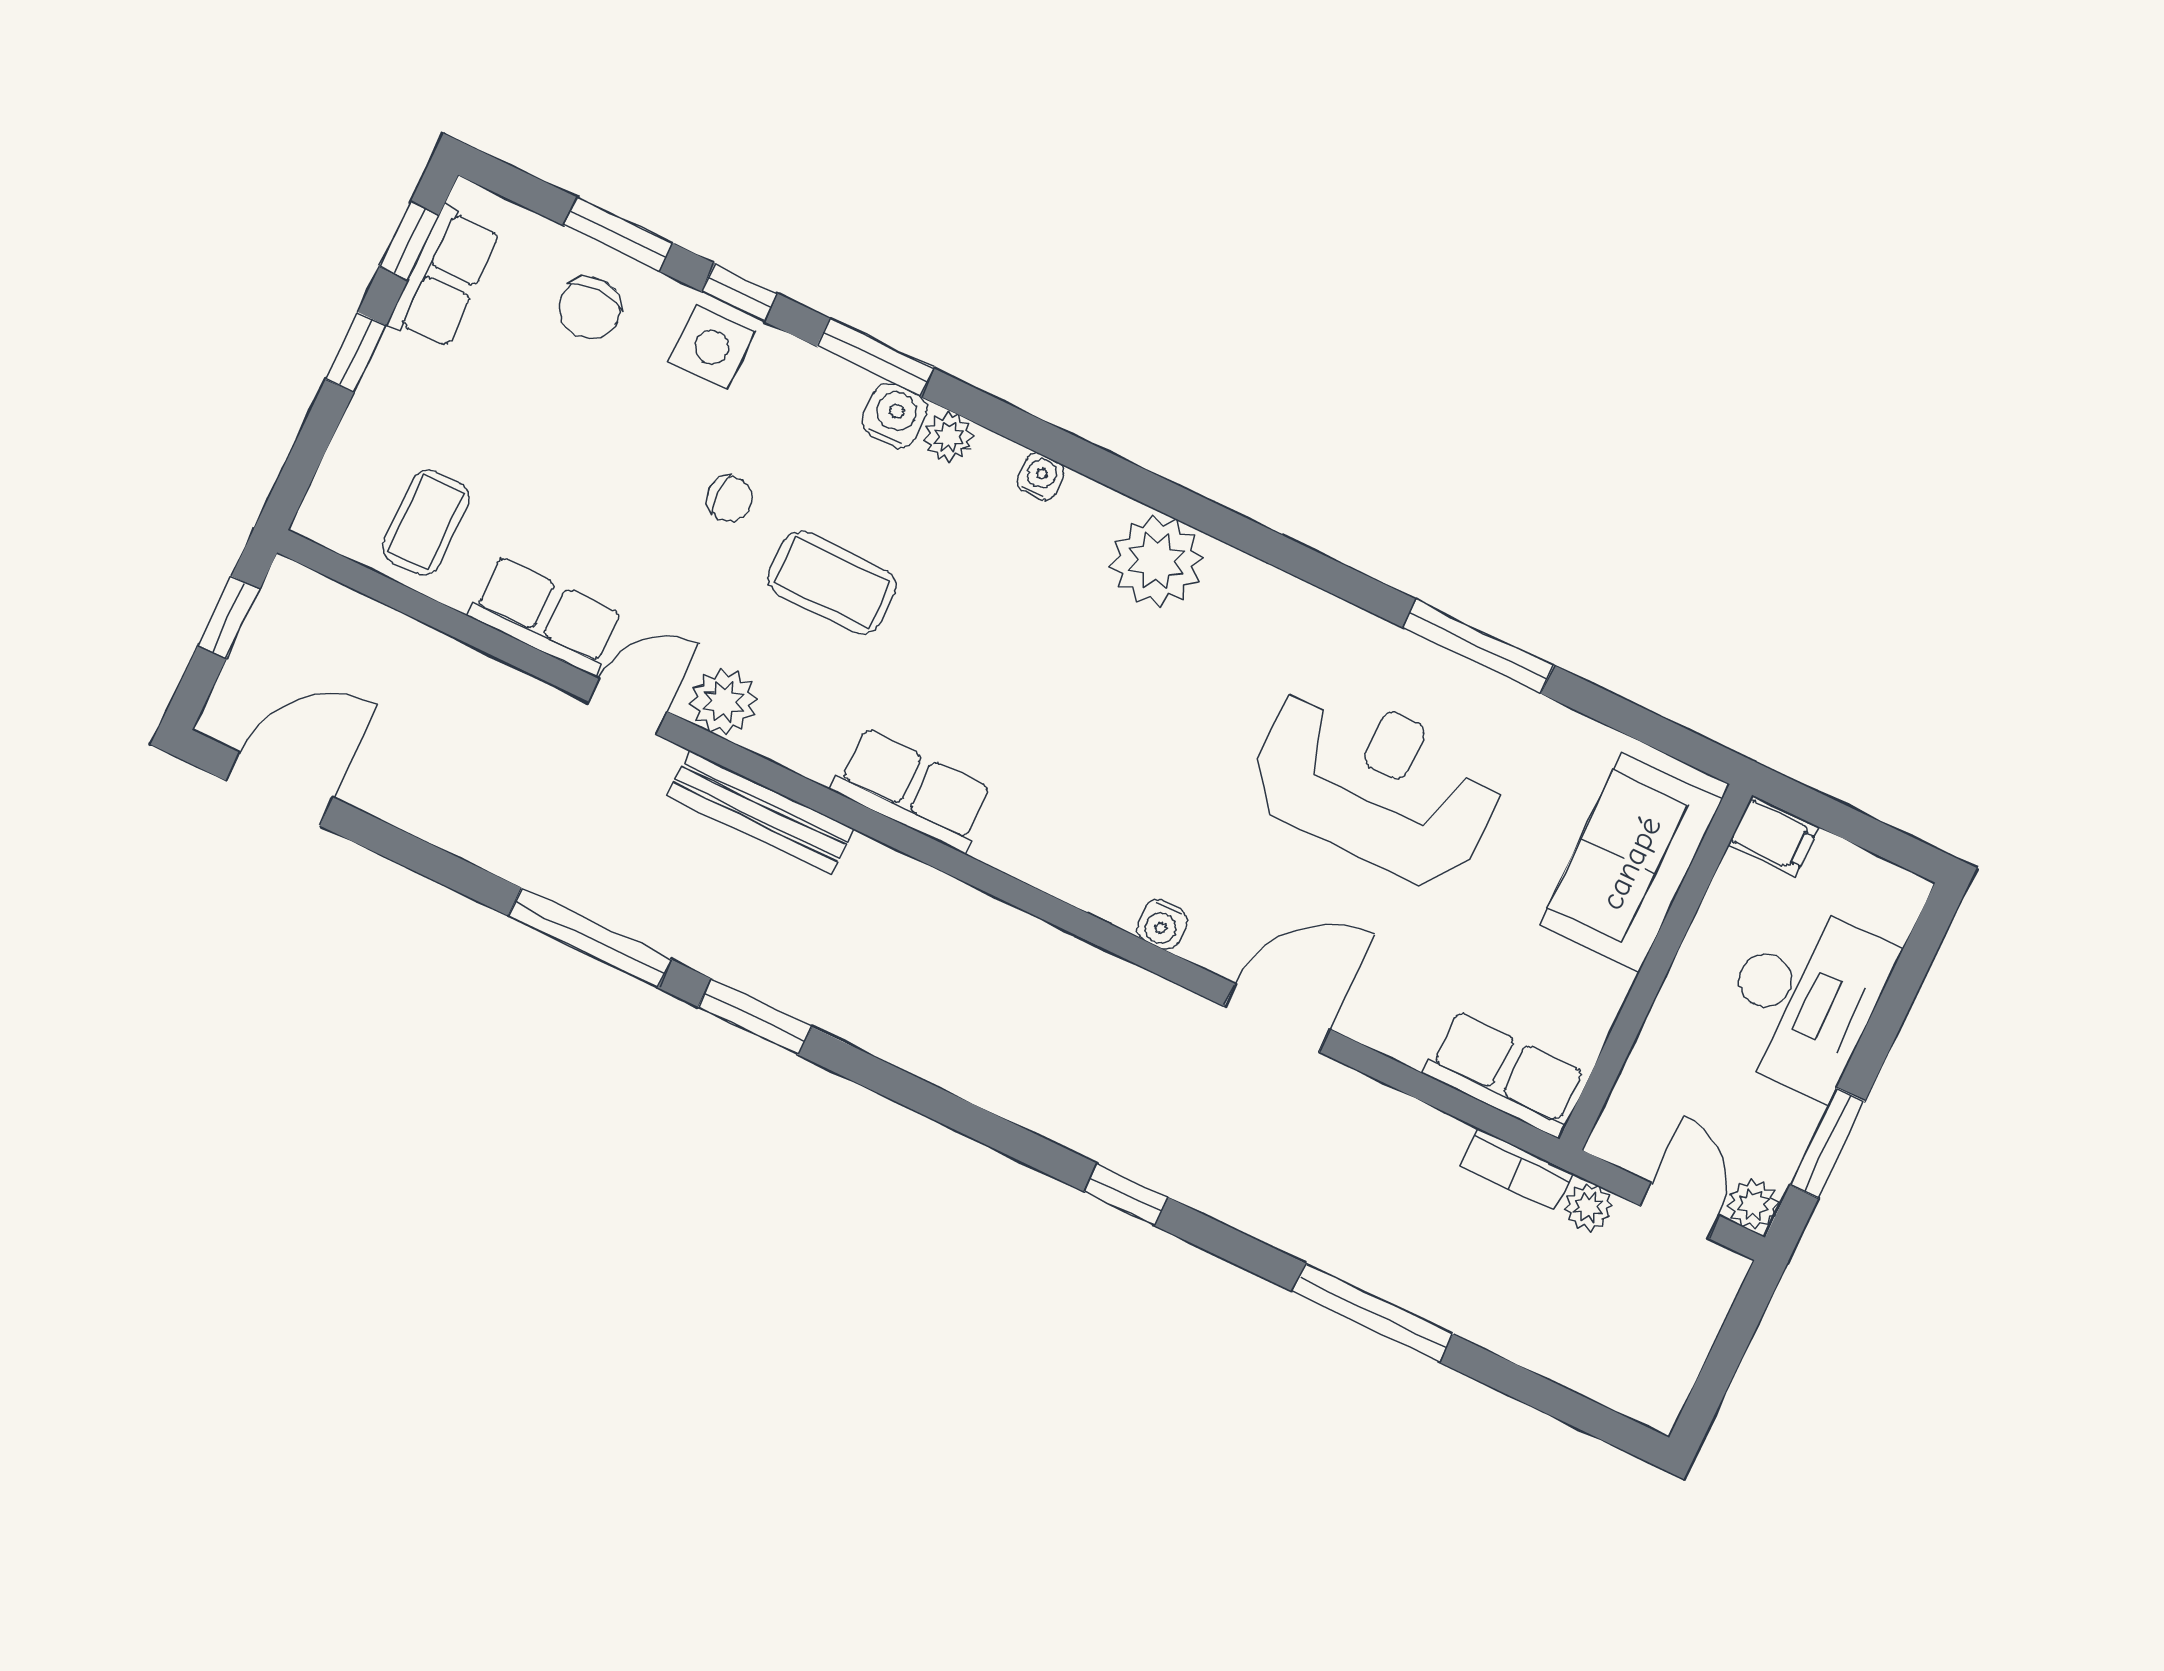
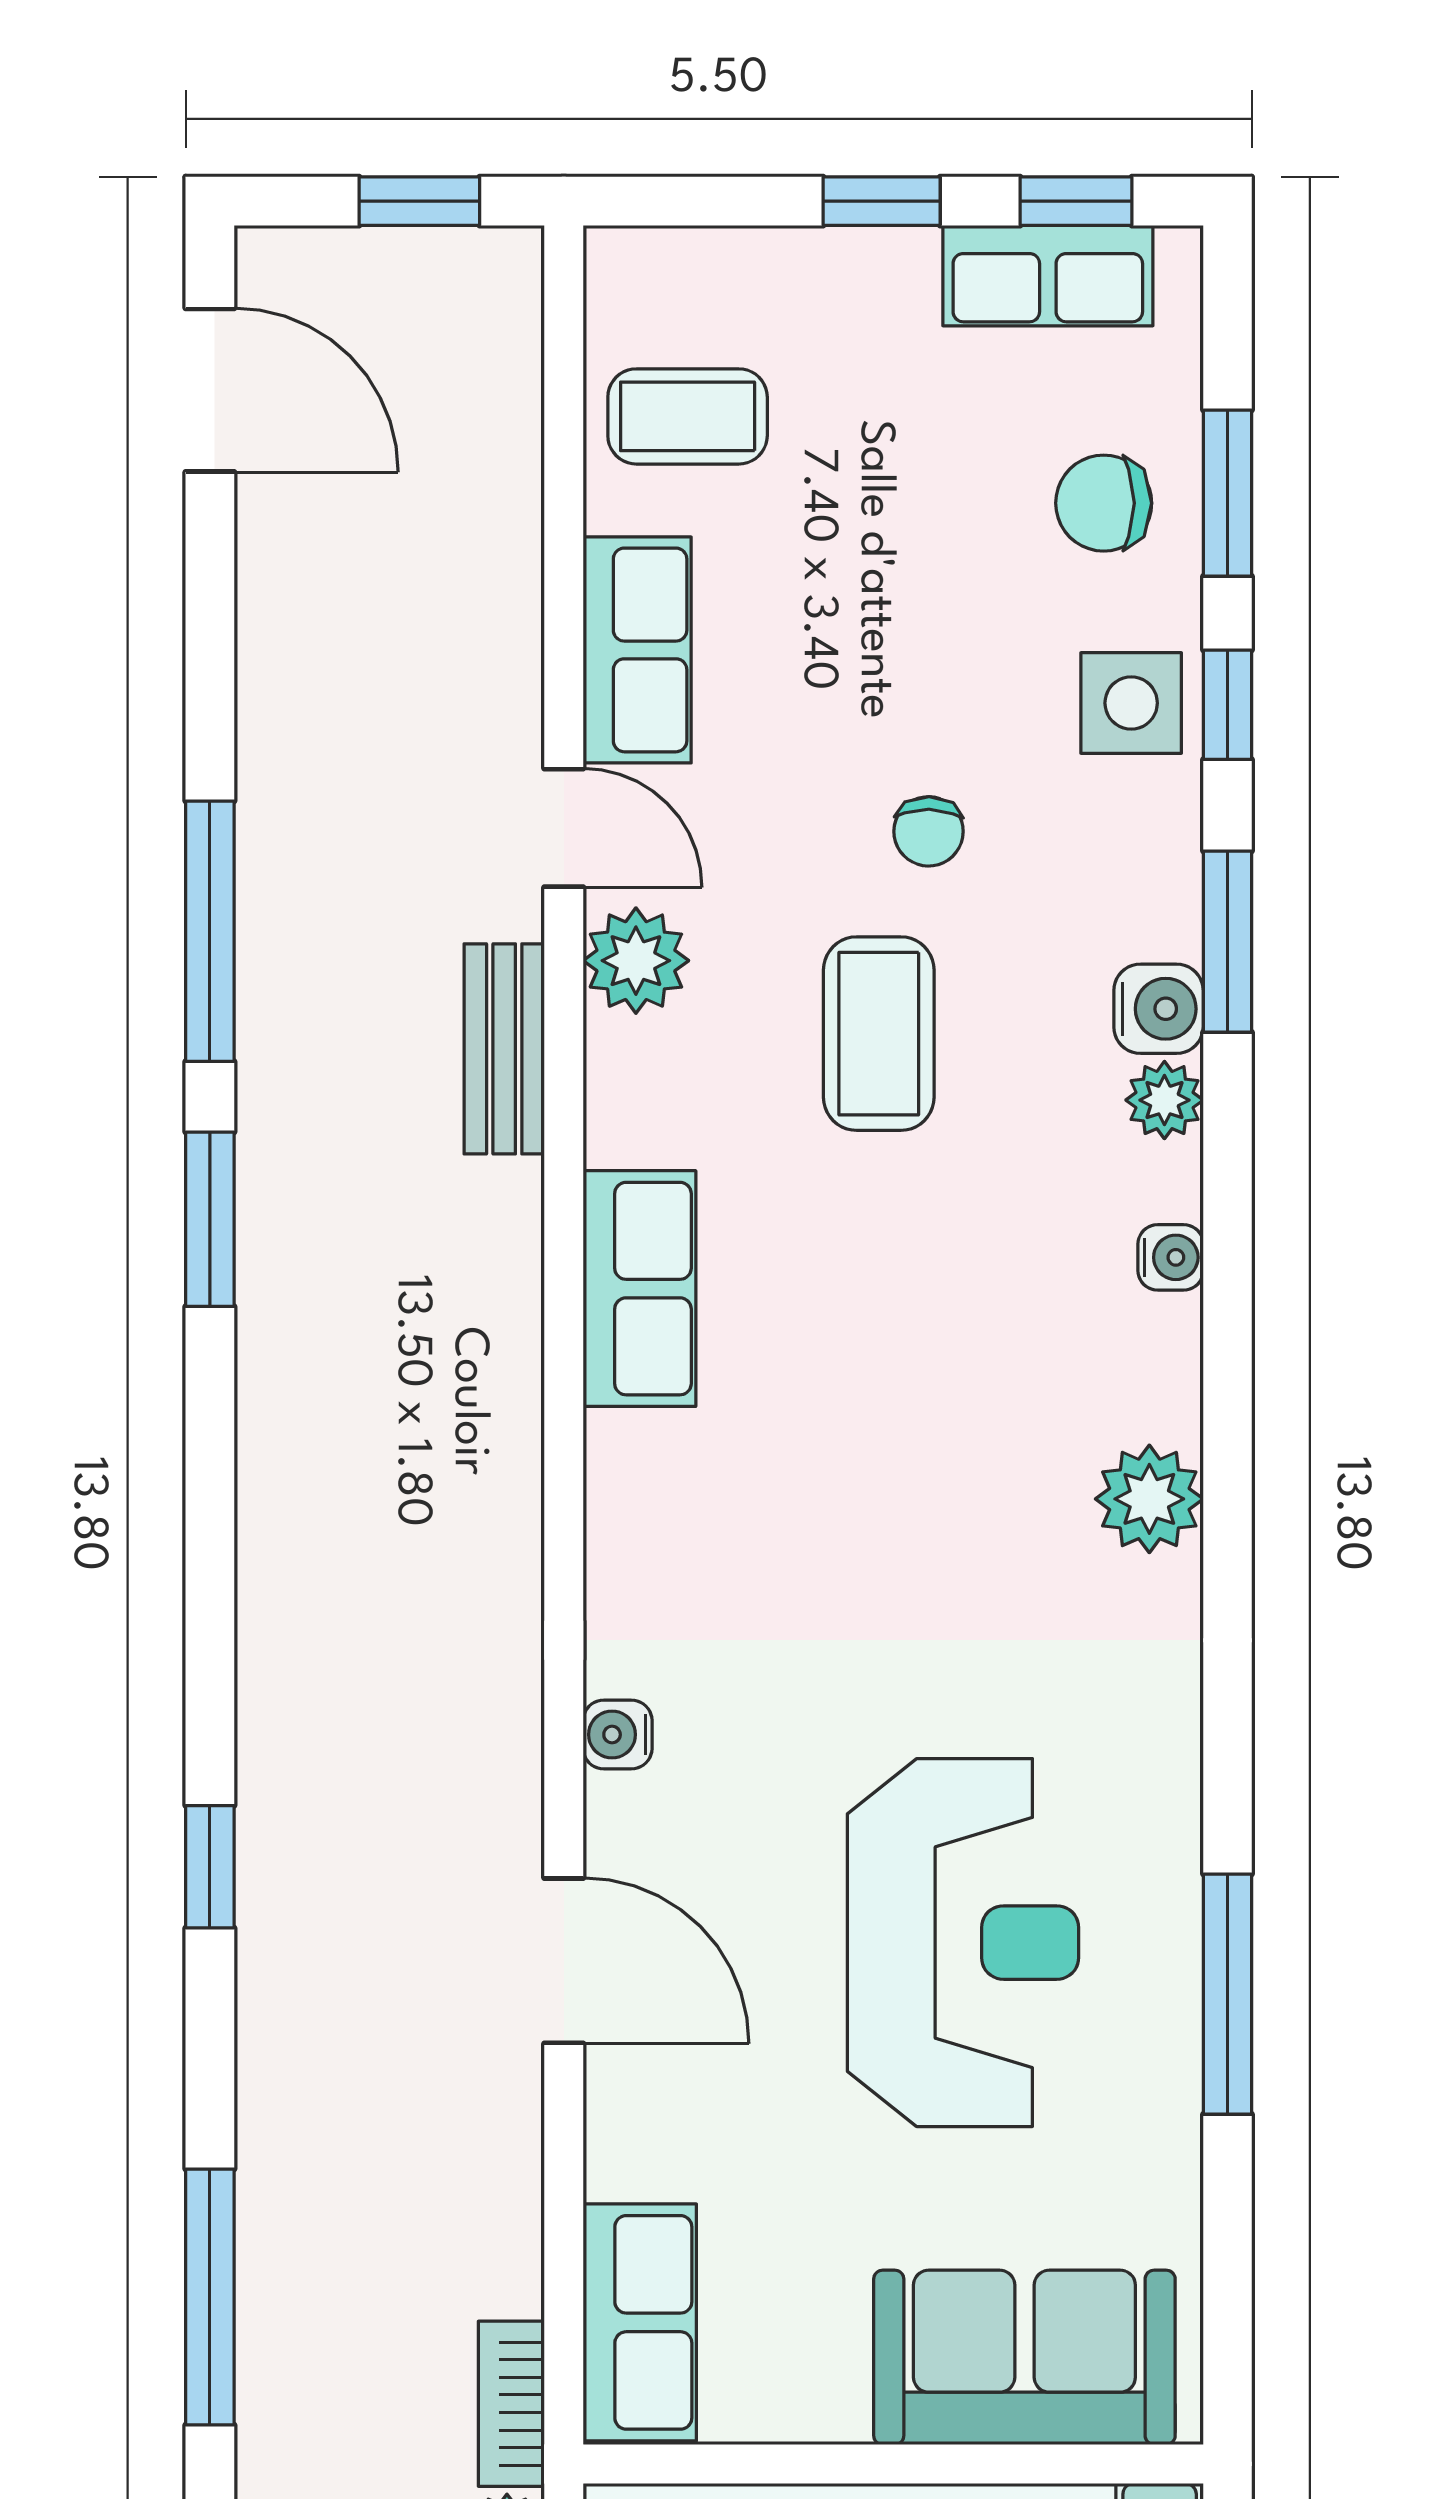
plant: (1156, 561) -> (1149, 1499), width x0.73, depth x0.73
bench: (760, 812) -> (504, 1049), width x0.73

